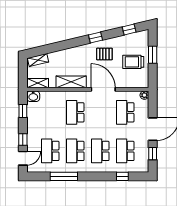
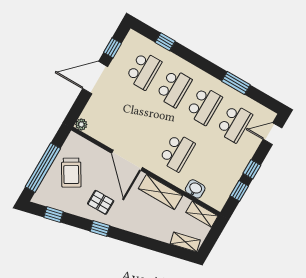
window: (153, 55) -> (43, 168), width x2.11
trolley: (133, 62) -> (71, 173), turned 59
washbasin: (33, 96) -> (195, 189), moved
school desk: (125, 112) -> (116, 117), removed
window: (23, 140) -> (252, 169), moved
window: (64, 176) -> (236, 83), width x0.69

